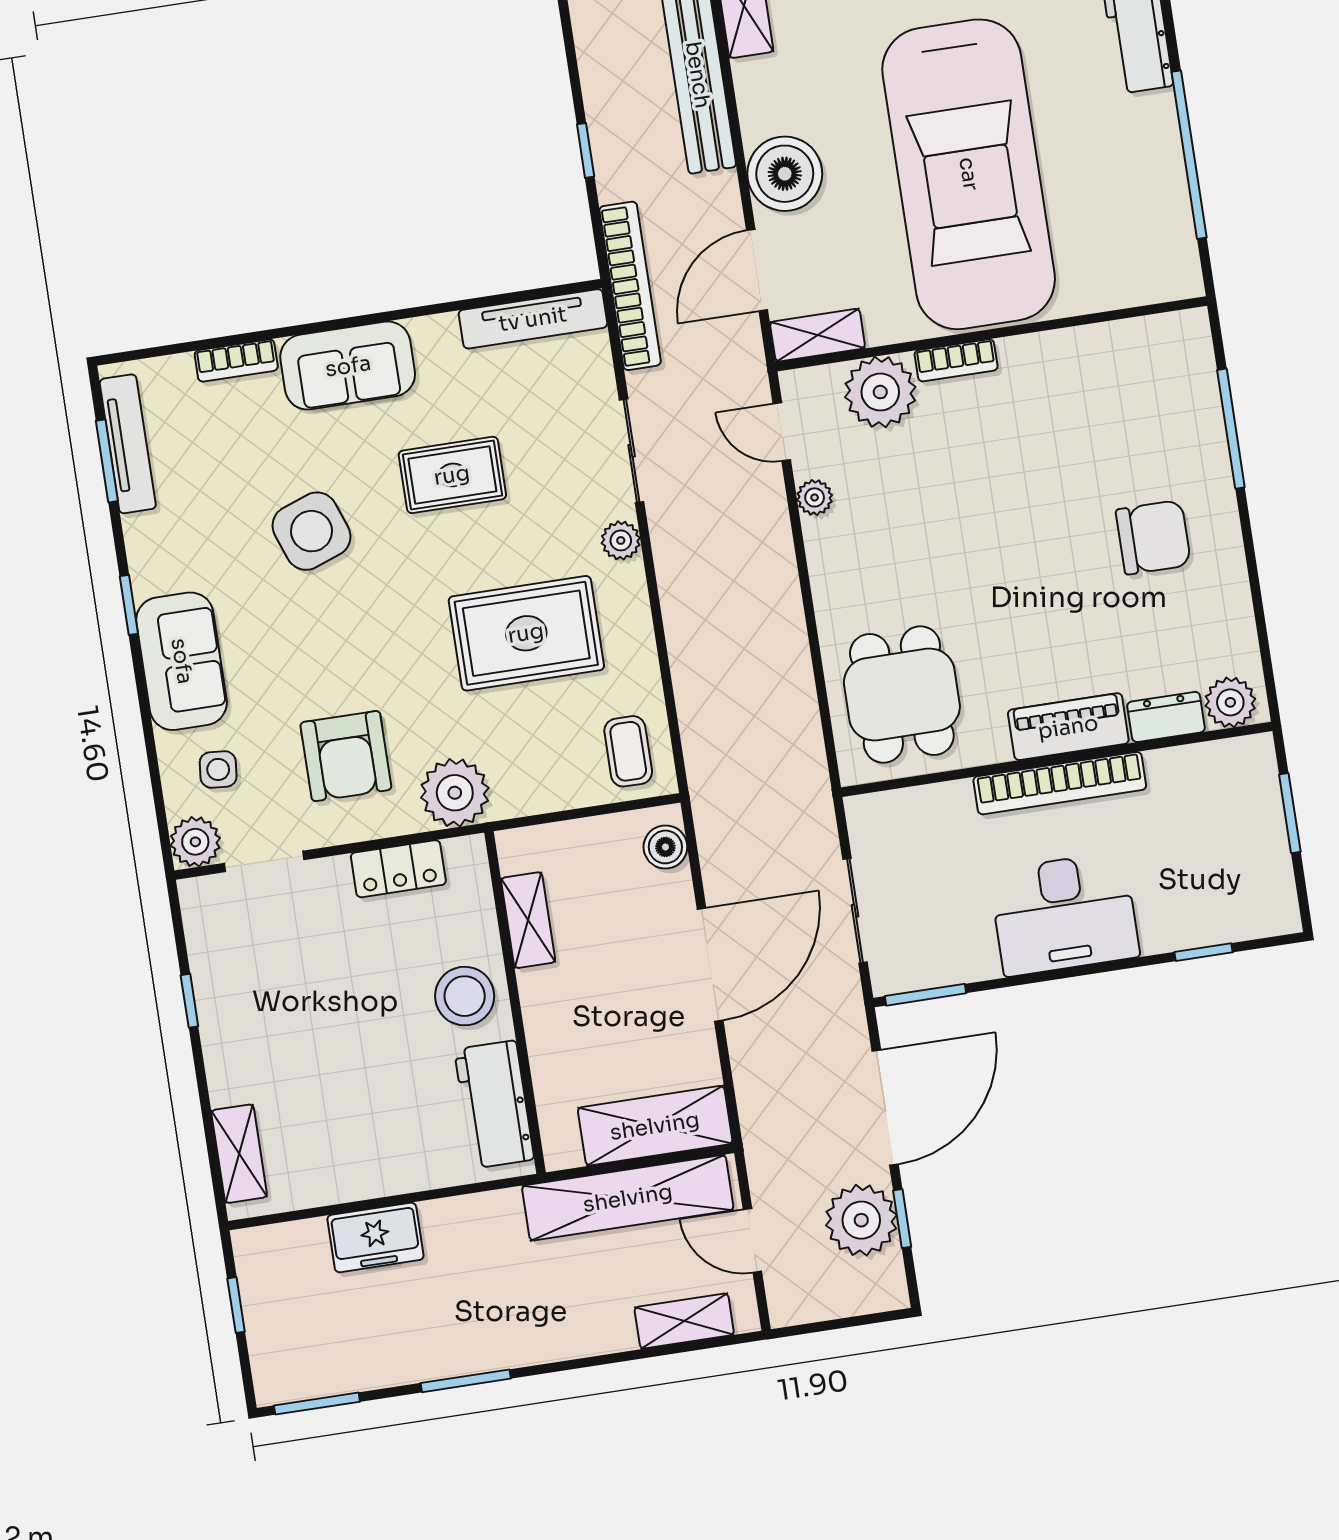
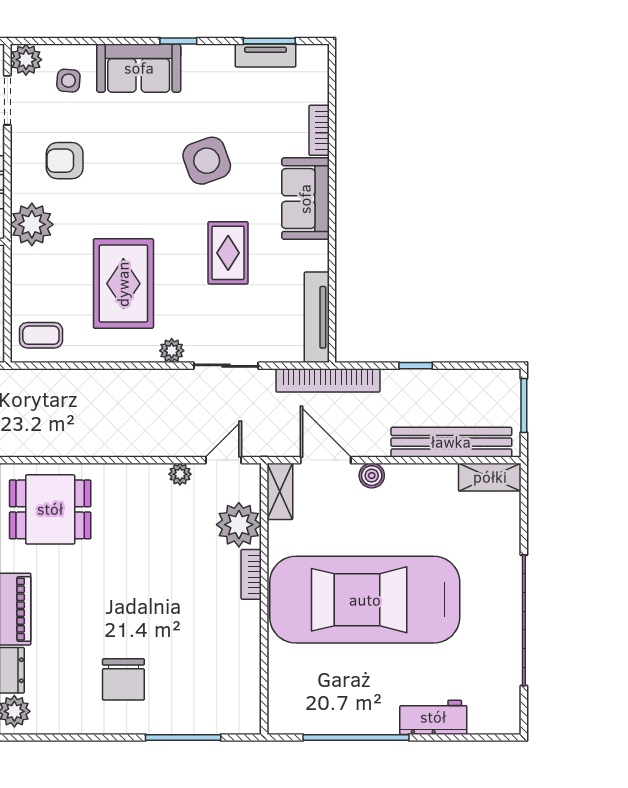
boiler: (785, 174) -> (372, 476), width x0.54, depth x0.54
tv unit: (128, 444) -> (265, 56), width x0.71
armchair: (346, 756) -> (65, 161), width x0.72, depth x0.72

